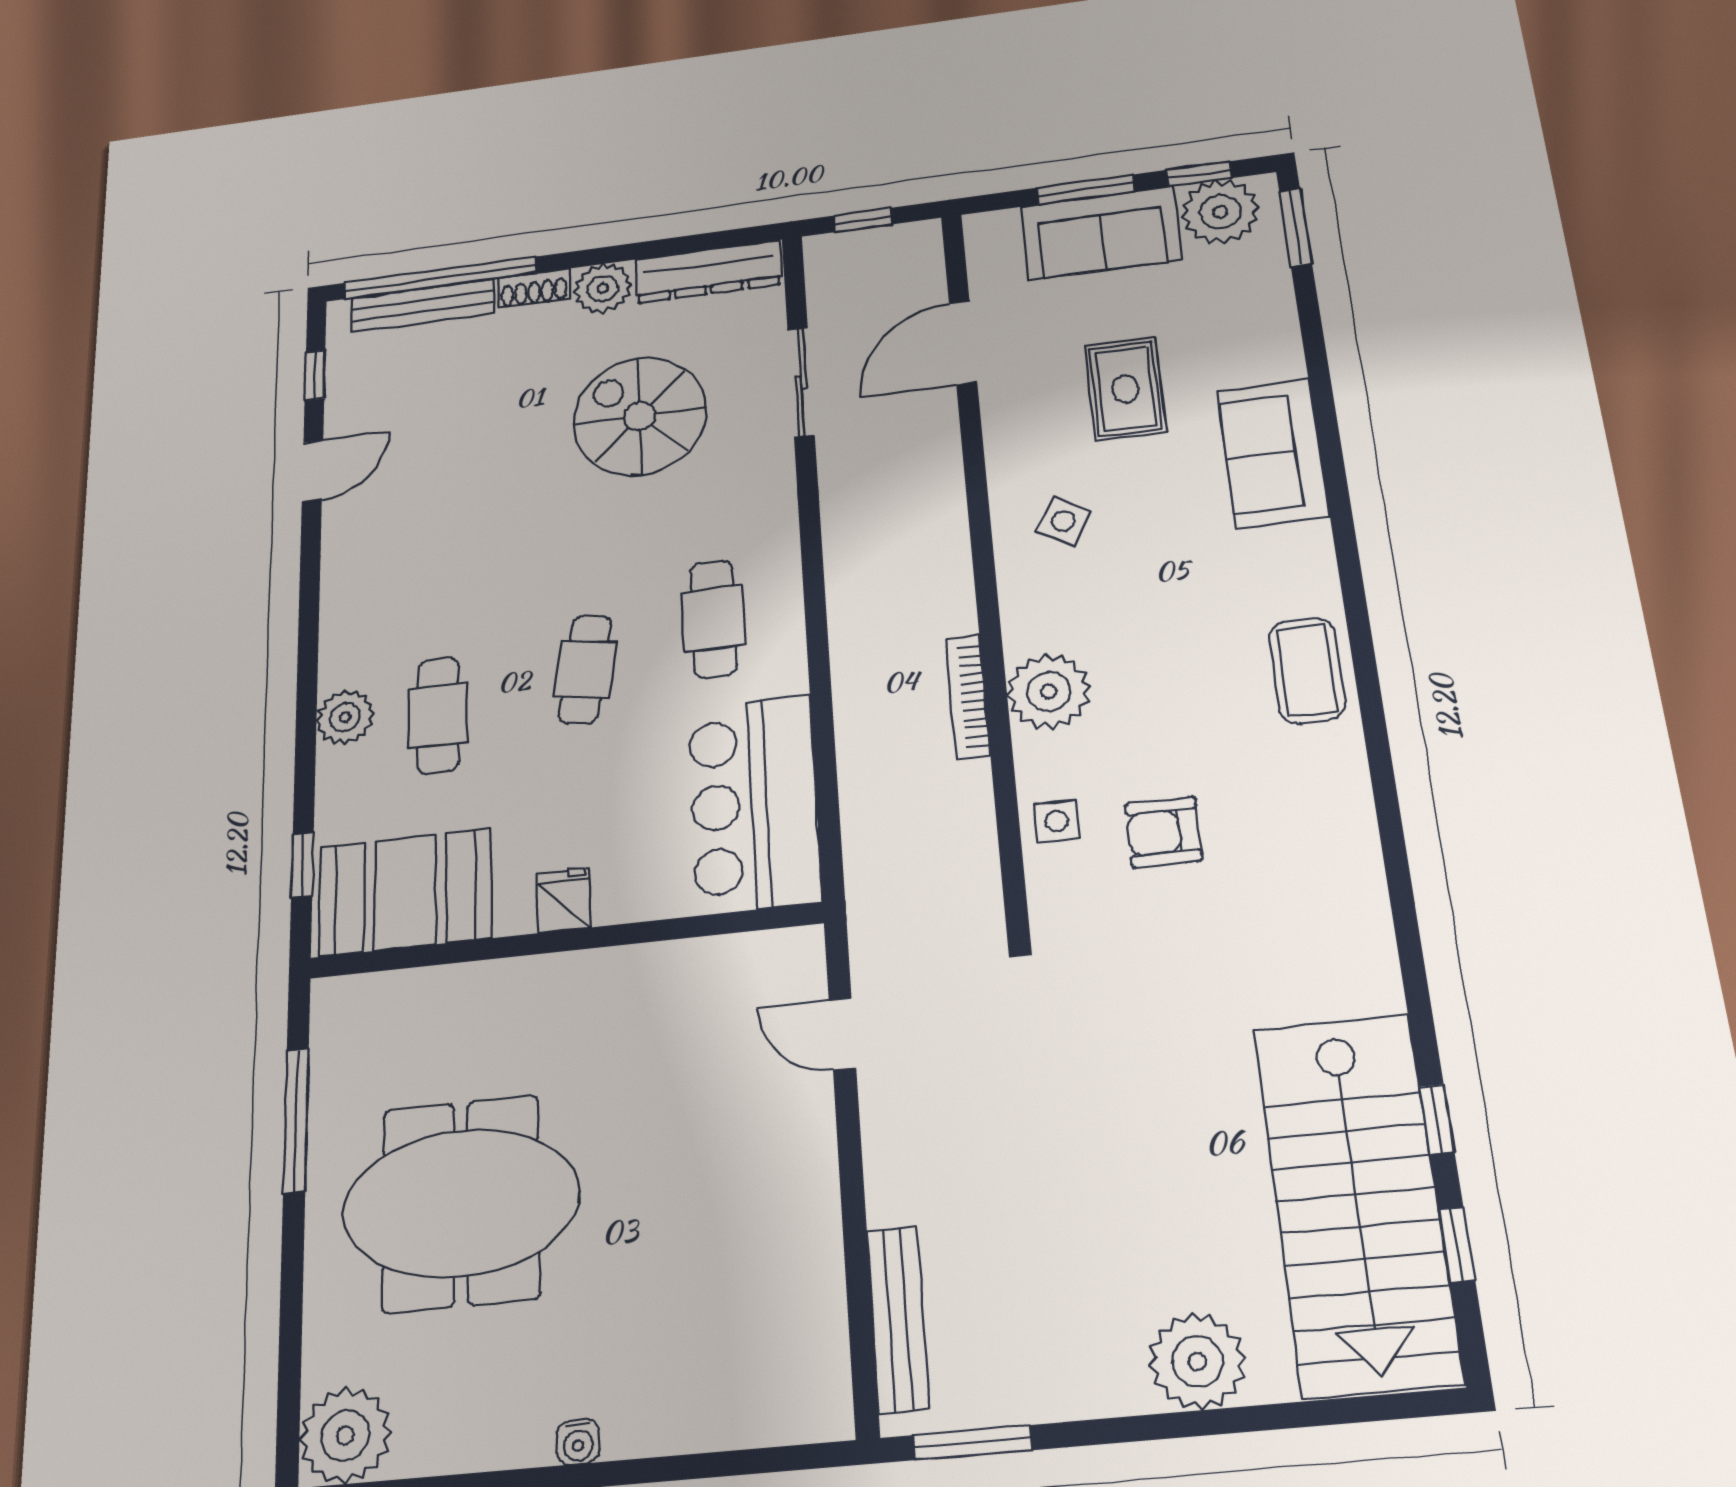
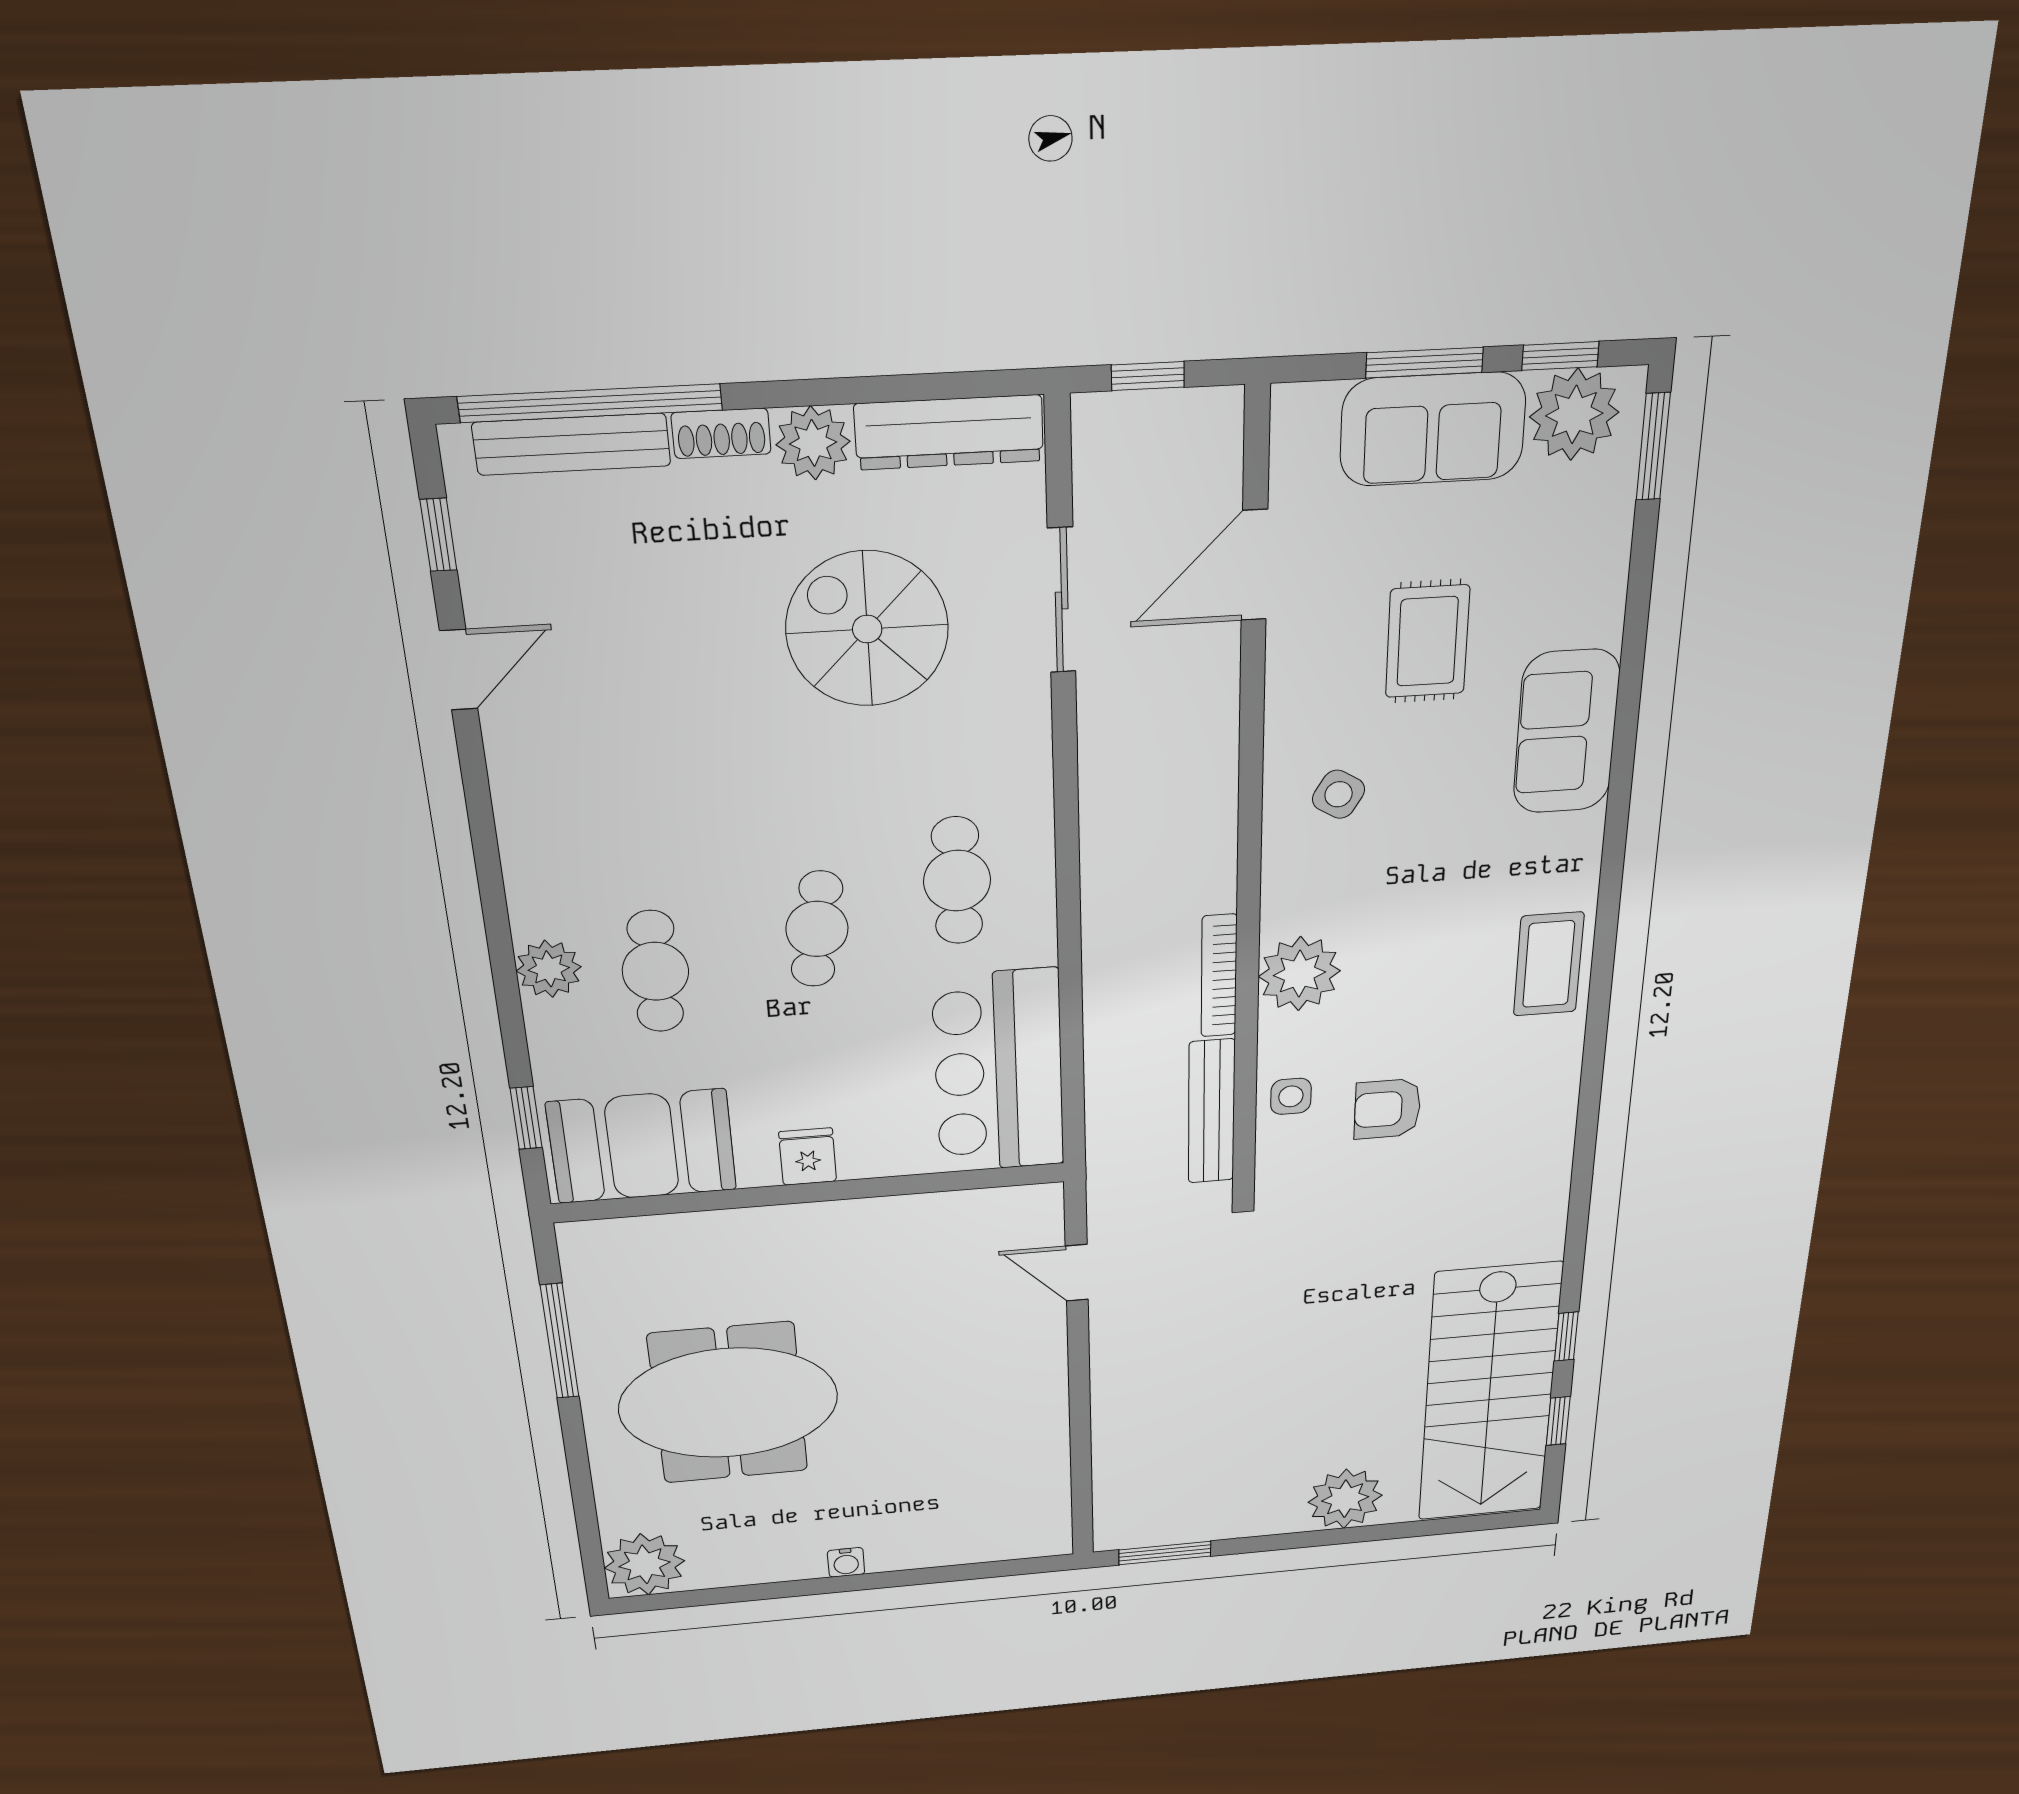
bench: (898, 1319) -> (1212, 1112), moved

